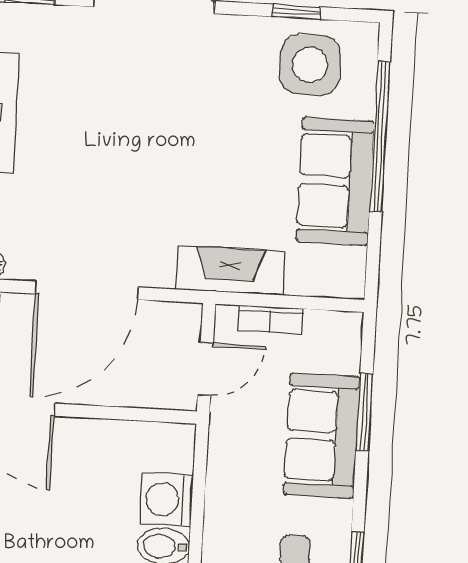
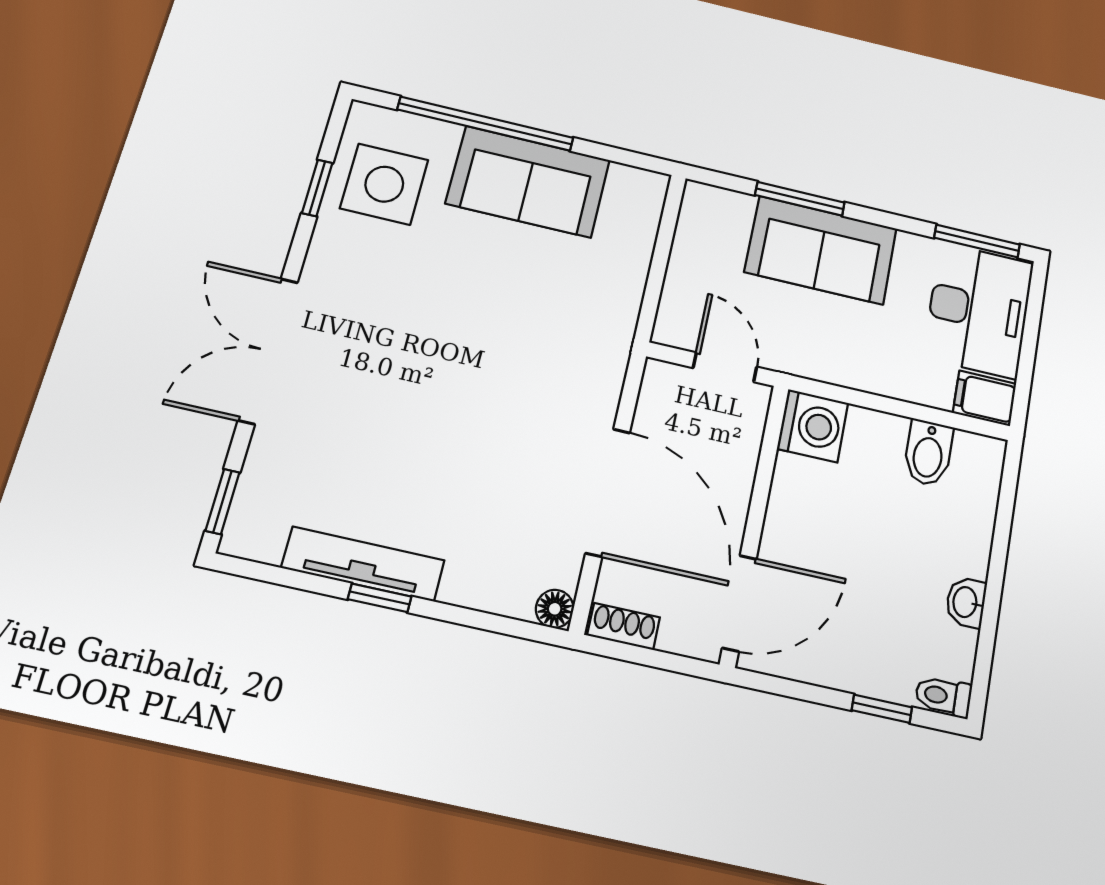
fireplace: (230, 270) -> (612, 318), removed
bookcase: (270, 319) -> (678, 283), removed
washing machine: (166, 500) -> (813, 426), moved, turned -90

